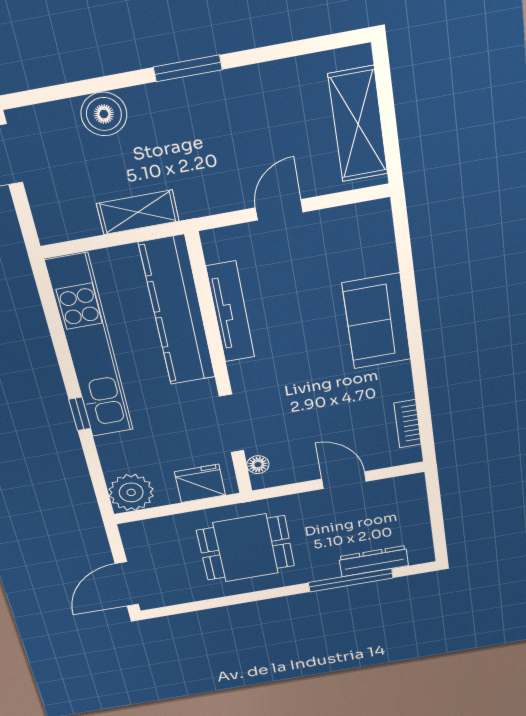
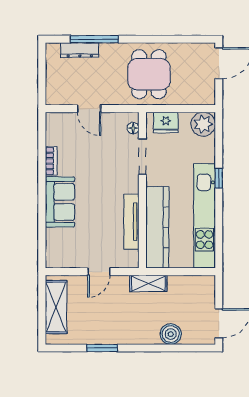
window: (188, 68) -> (102, 348), moved
shelving: (138, 212) -> (148, 283), moved
bookcase: (408, 424) -> (51, 161), moved
dining table: (246, 548) -> (149, 74), turned 90

